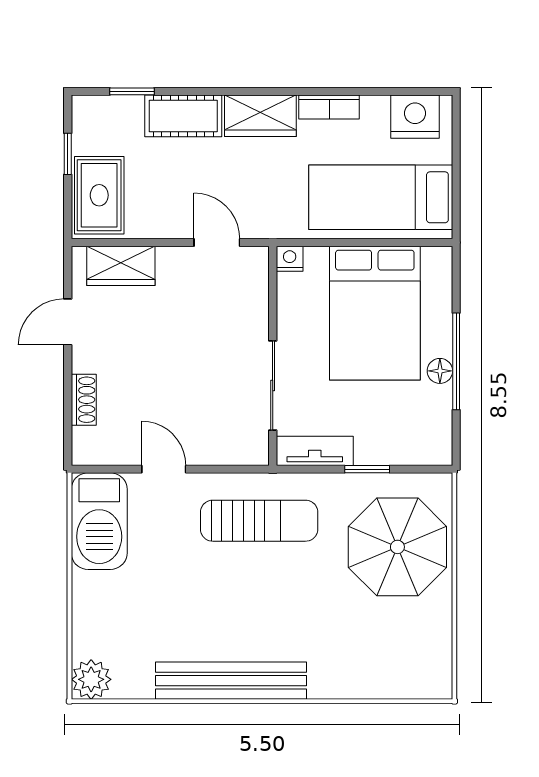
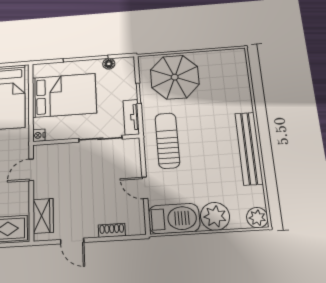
floor lamp: (440, 371) -> (109, 64), moved
door: (164, 469) -> (145, 188), hinge flipped
plant: (99, 600) -> (215, 216), added

